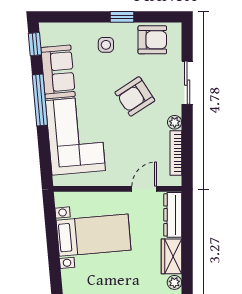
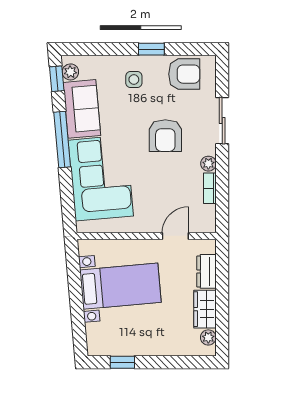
plant: (47, 38) -> (70, 72), added
armchair: (135, 96) -> (165, 136), turned -57
bookcase: (176, 153) -> (210, 188), width x0.64
dresser: (173, 215) -> (206, 271), width x0.70

